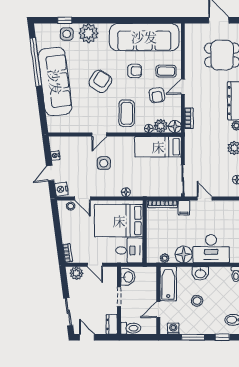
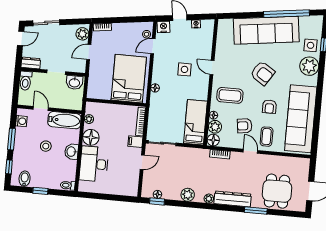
desk: (129, 250) -> (99, 86), removed

